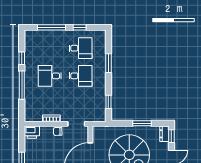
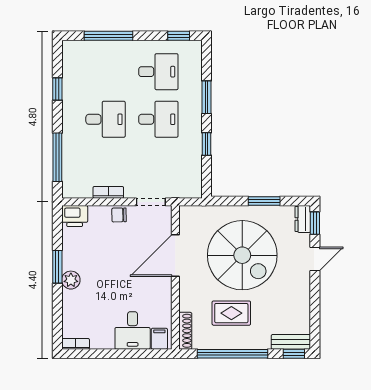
window: (80, 27) -> (179, 36), moved
desk: (50, 76) -> (106, 119), turned 180
window: (22, 85) -> (57, 157), moved
window: (108, 102) -> (207, 144), moved

